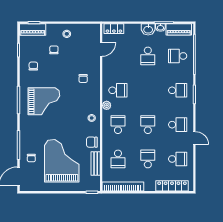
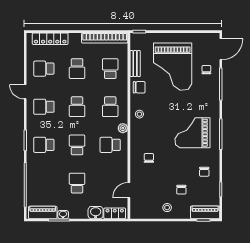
washbasin: (148, 29) -> (96, 213), moved
school desk: (178, 56) -> (77, 145), moved, turned -90

